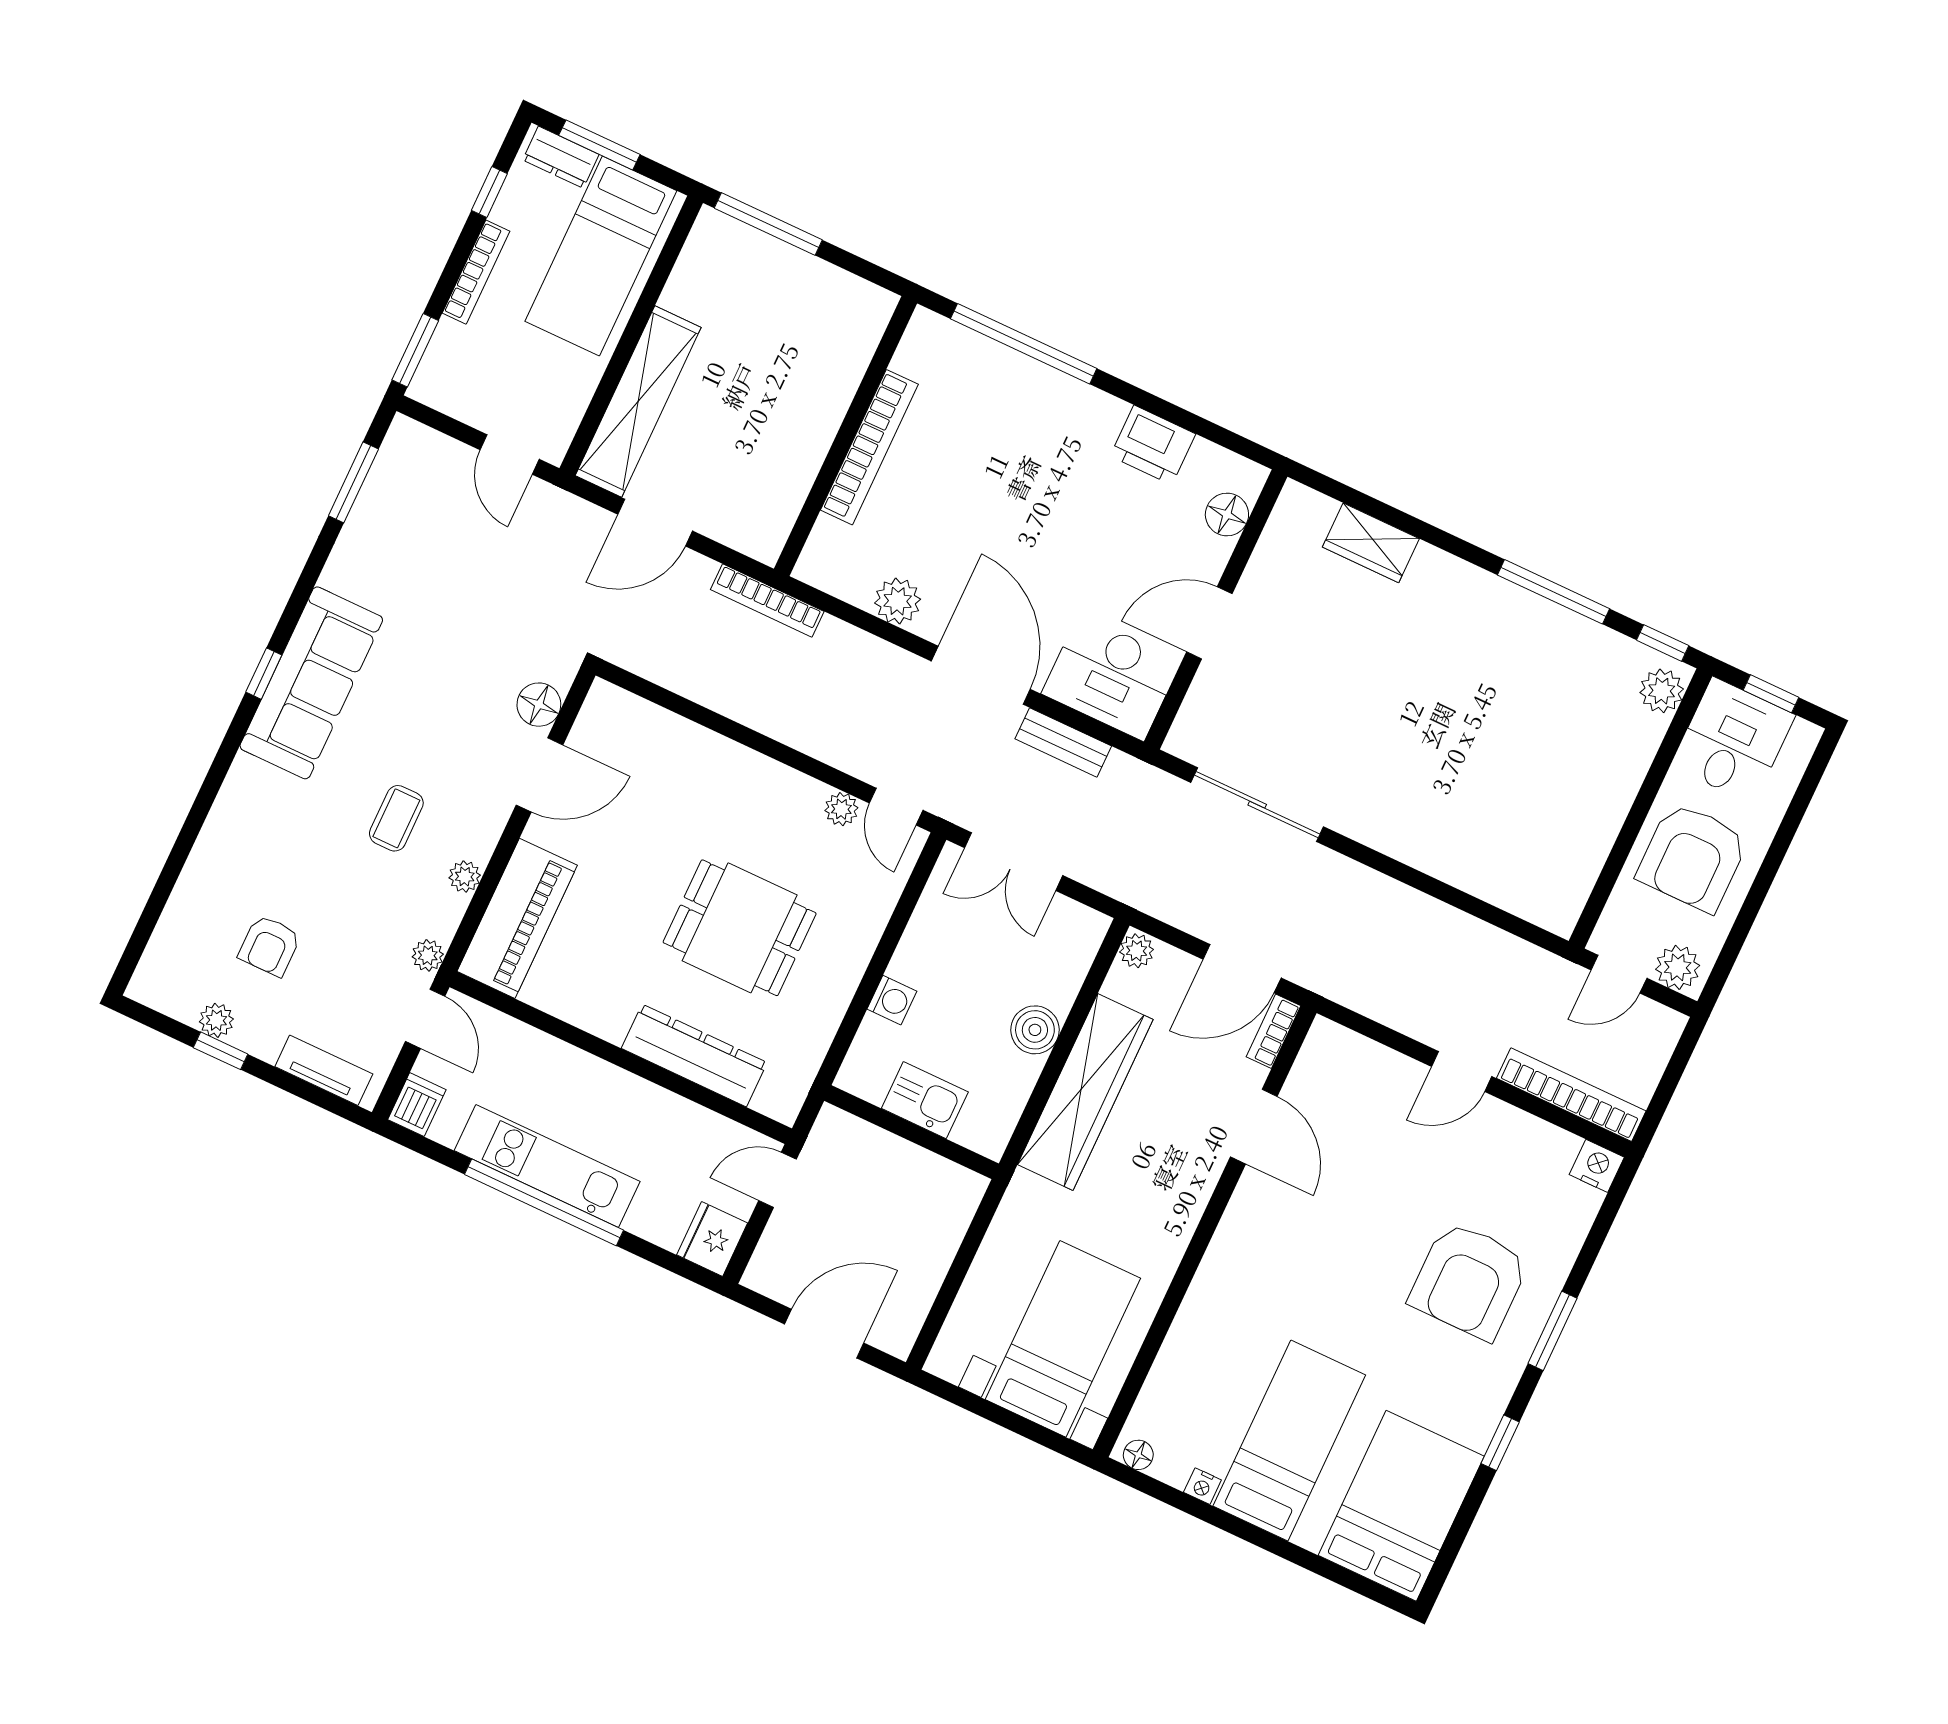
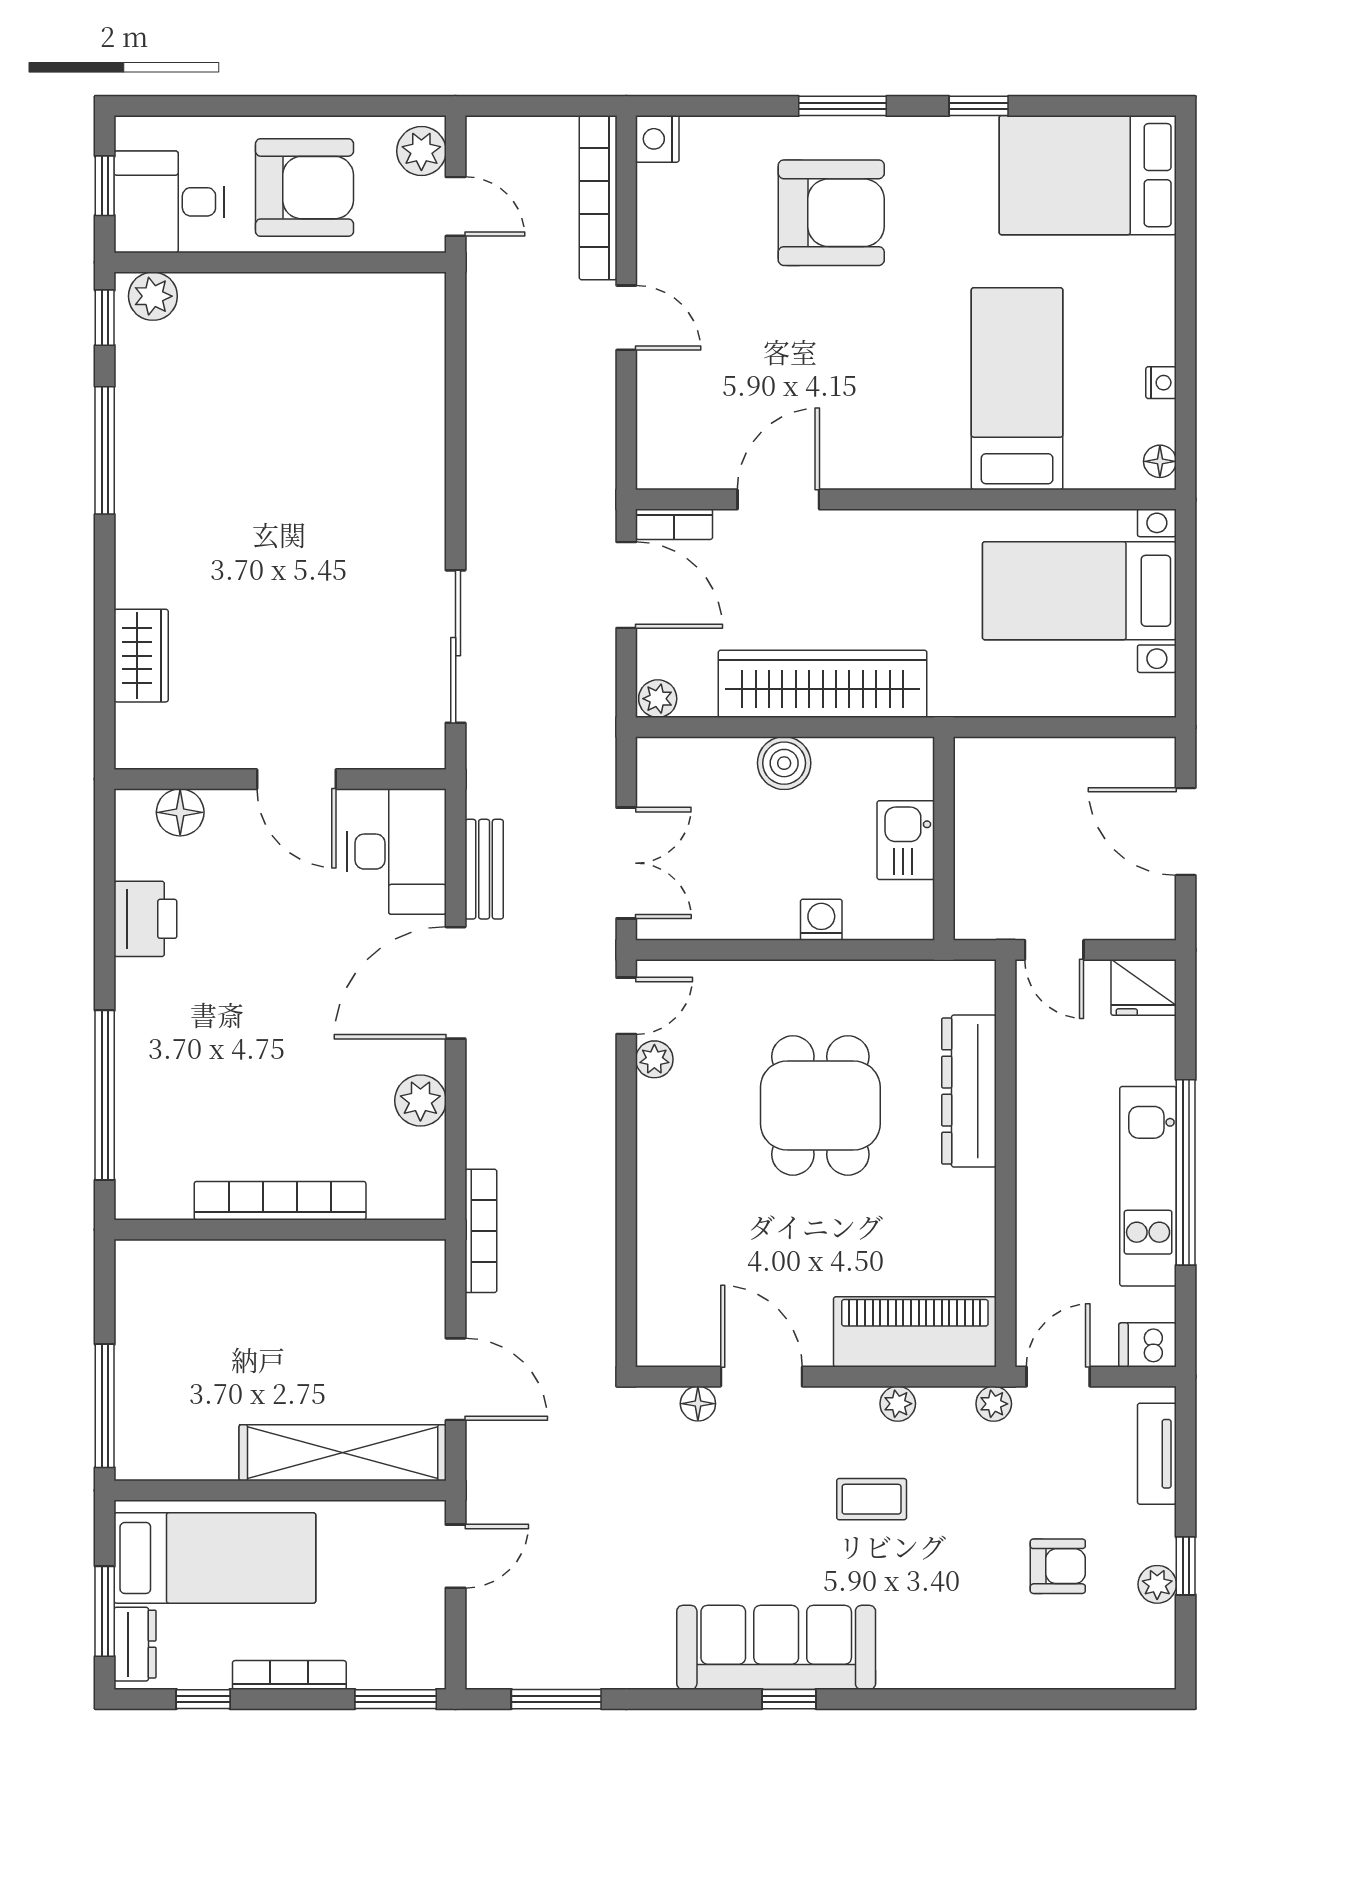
floor lamp: (539, 705) -> (698, 1404), width x0.73, depth x0.73
bed: (1289, 1441) -> (1017, 389), moved, turned 90

